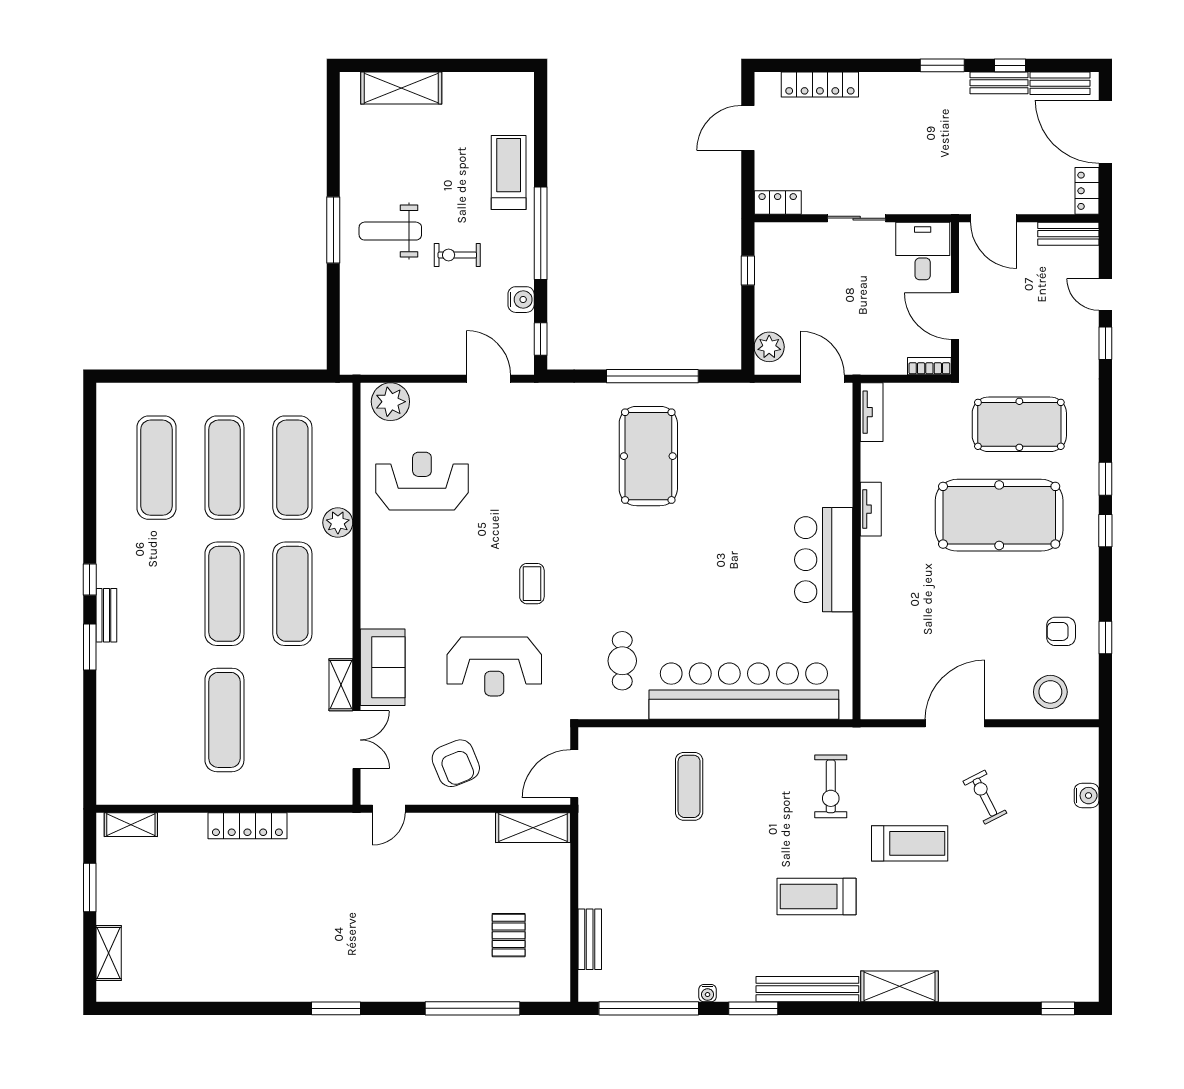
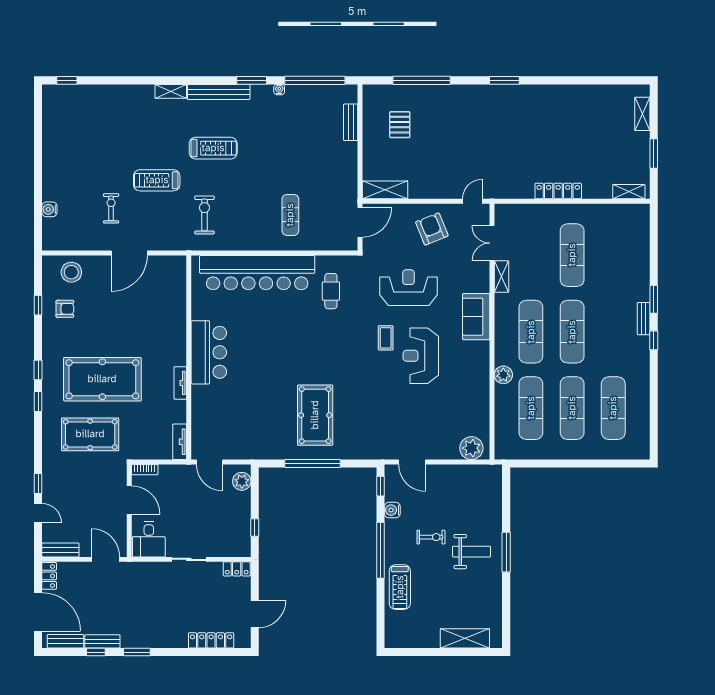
reception desk: (422, 481) -> (421, 356), moved, turned 90
sofa: (383, 667) -> (476, 317), moved
exercise bike: (985, 797) -> (111, 208), turned -153
shelving: (899, 986) -> (171, 91), width x0.67, depth x0.75

